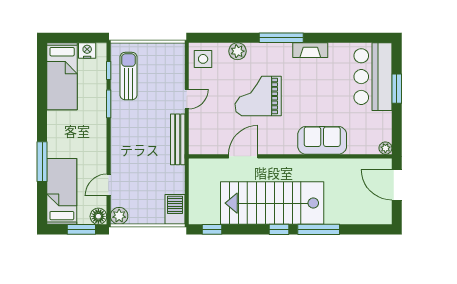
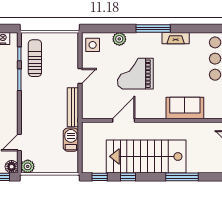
barbecue: (175, 209) -> (71, 140), moved
window: (279, 229) -> (128, 177), moved

